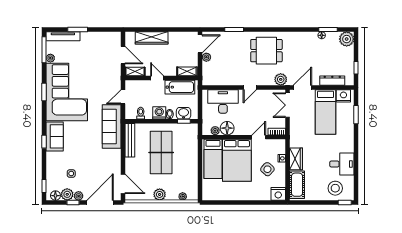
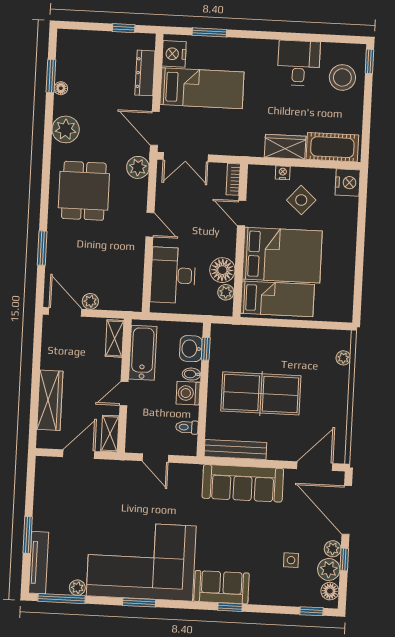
plant: (347, 39) -> (66, 129), moved
sofa: (112, 127) -> (243, 483), moved
plant: (160, 194) -> (338, 400), removed

